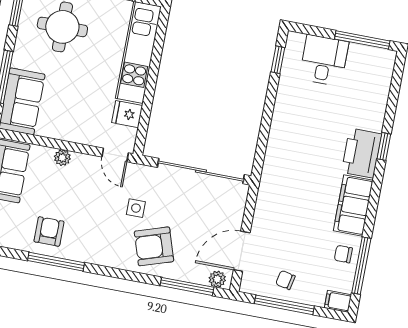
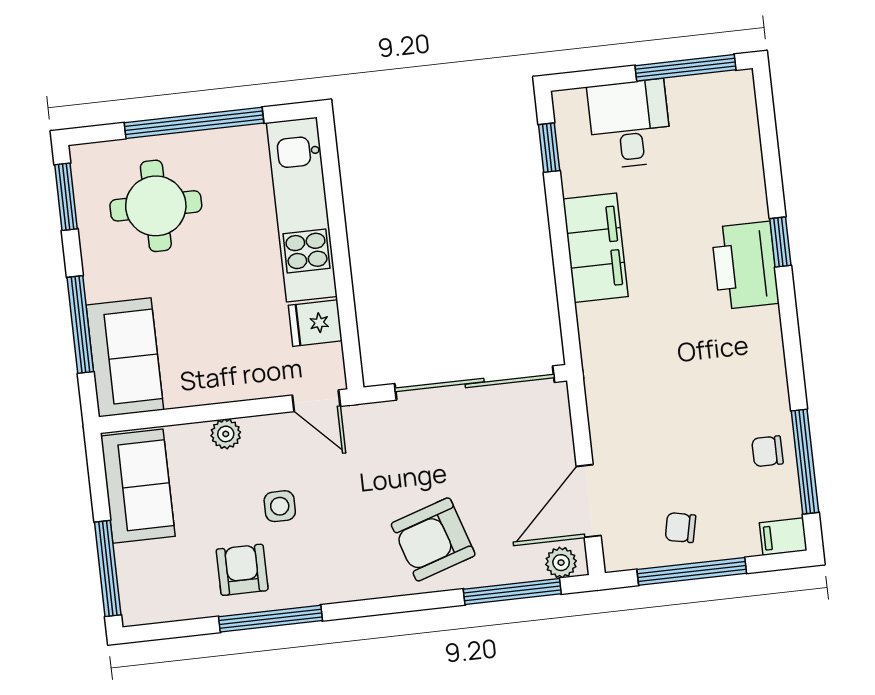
filing cabinet: (353, 205) -> (595, 248), moved, turned 180
side table: (136, 208) -> (280, 506), moved

